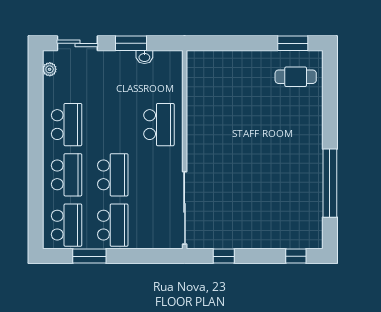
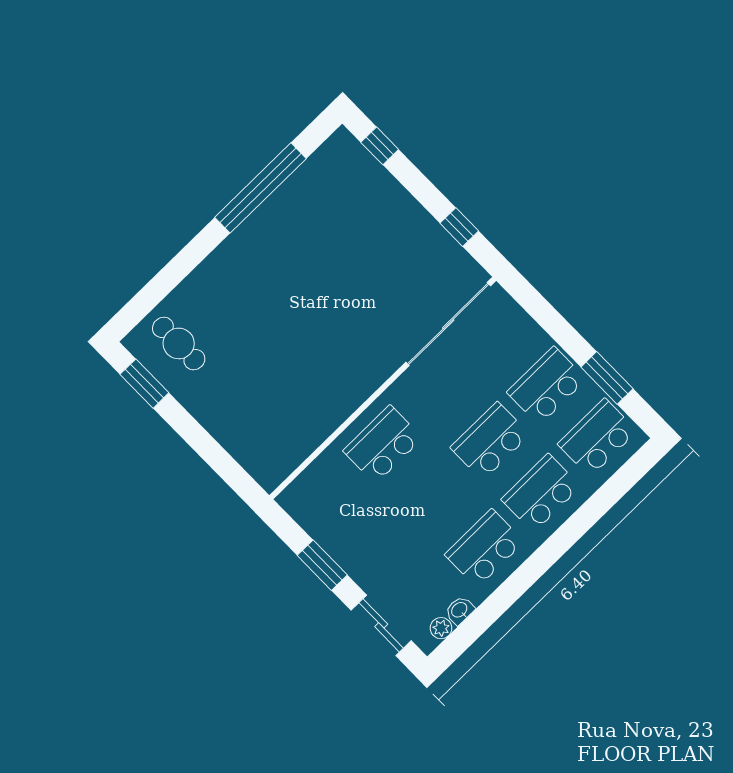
washbasin: (144, 57) -> (460, 610), moved, turned -90

